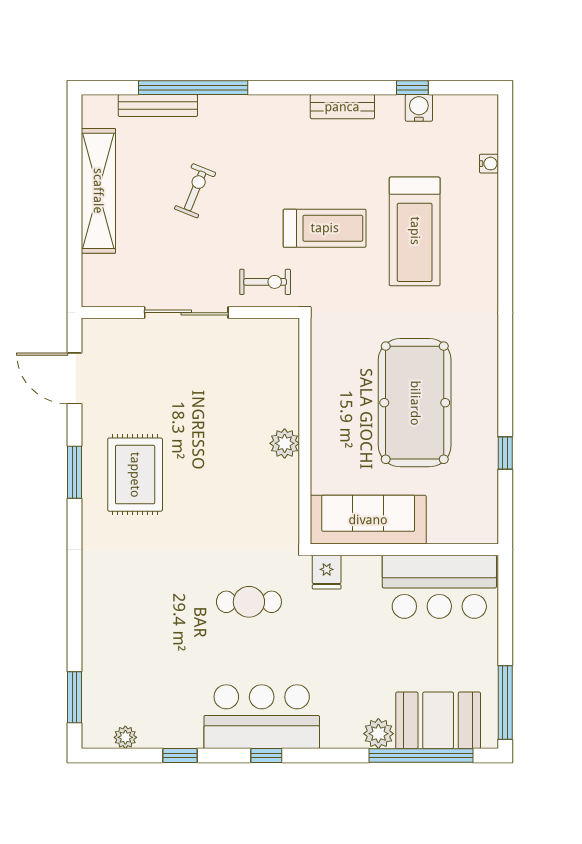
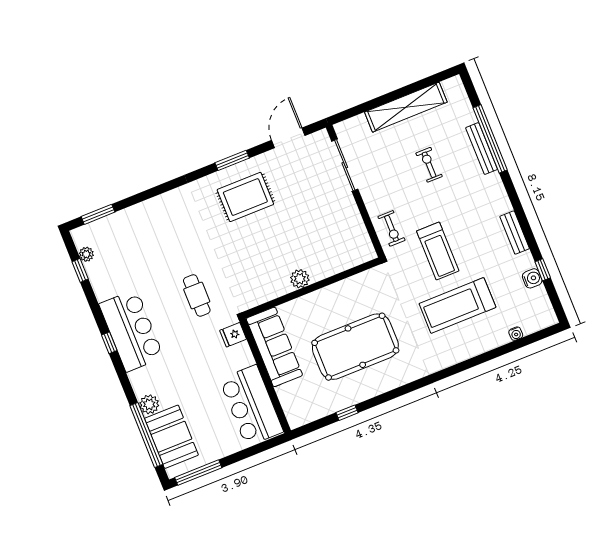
bench: (158, 105) -> (482, 148), moved
exercise bike: (195, 191) -> (429, 165), turned -112
sliding door: (186, 313) -> (345, 165), moved
window: (180, 756) -> (80, 270), moved

